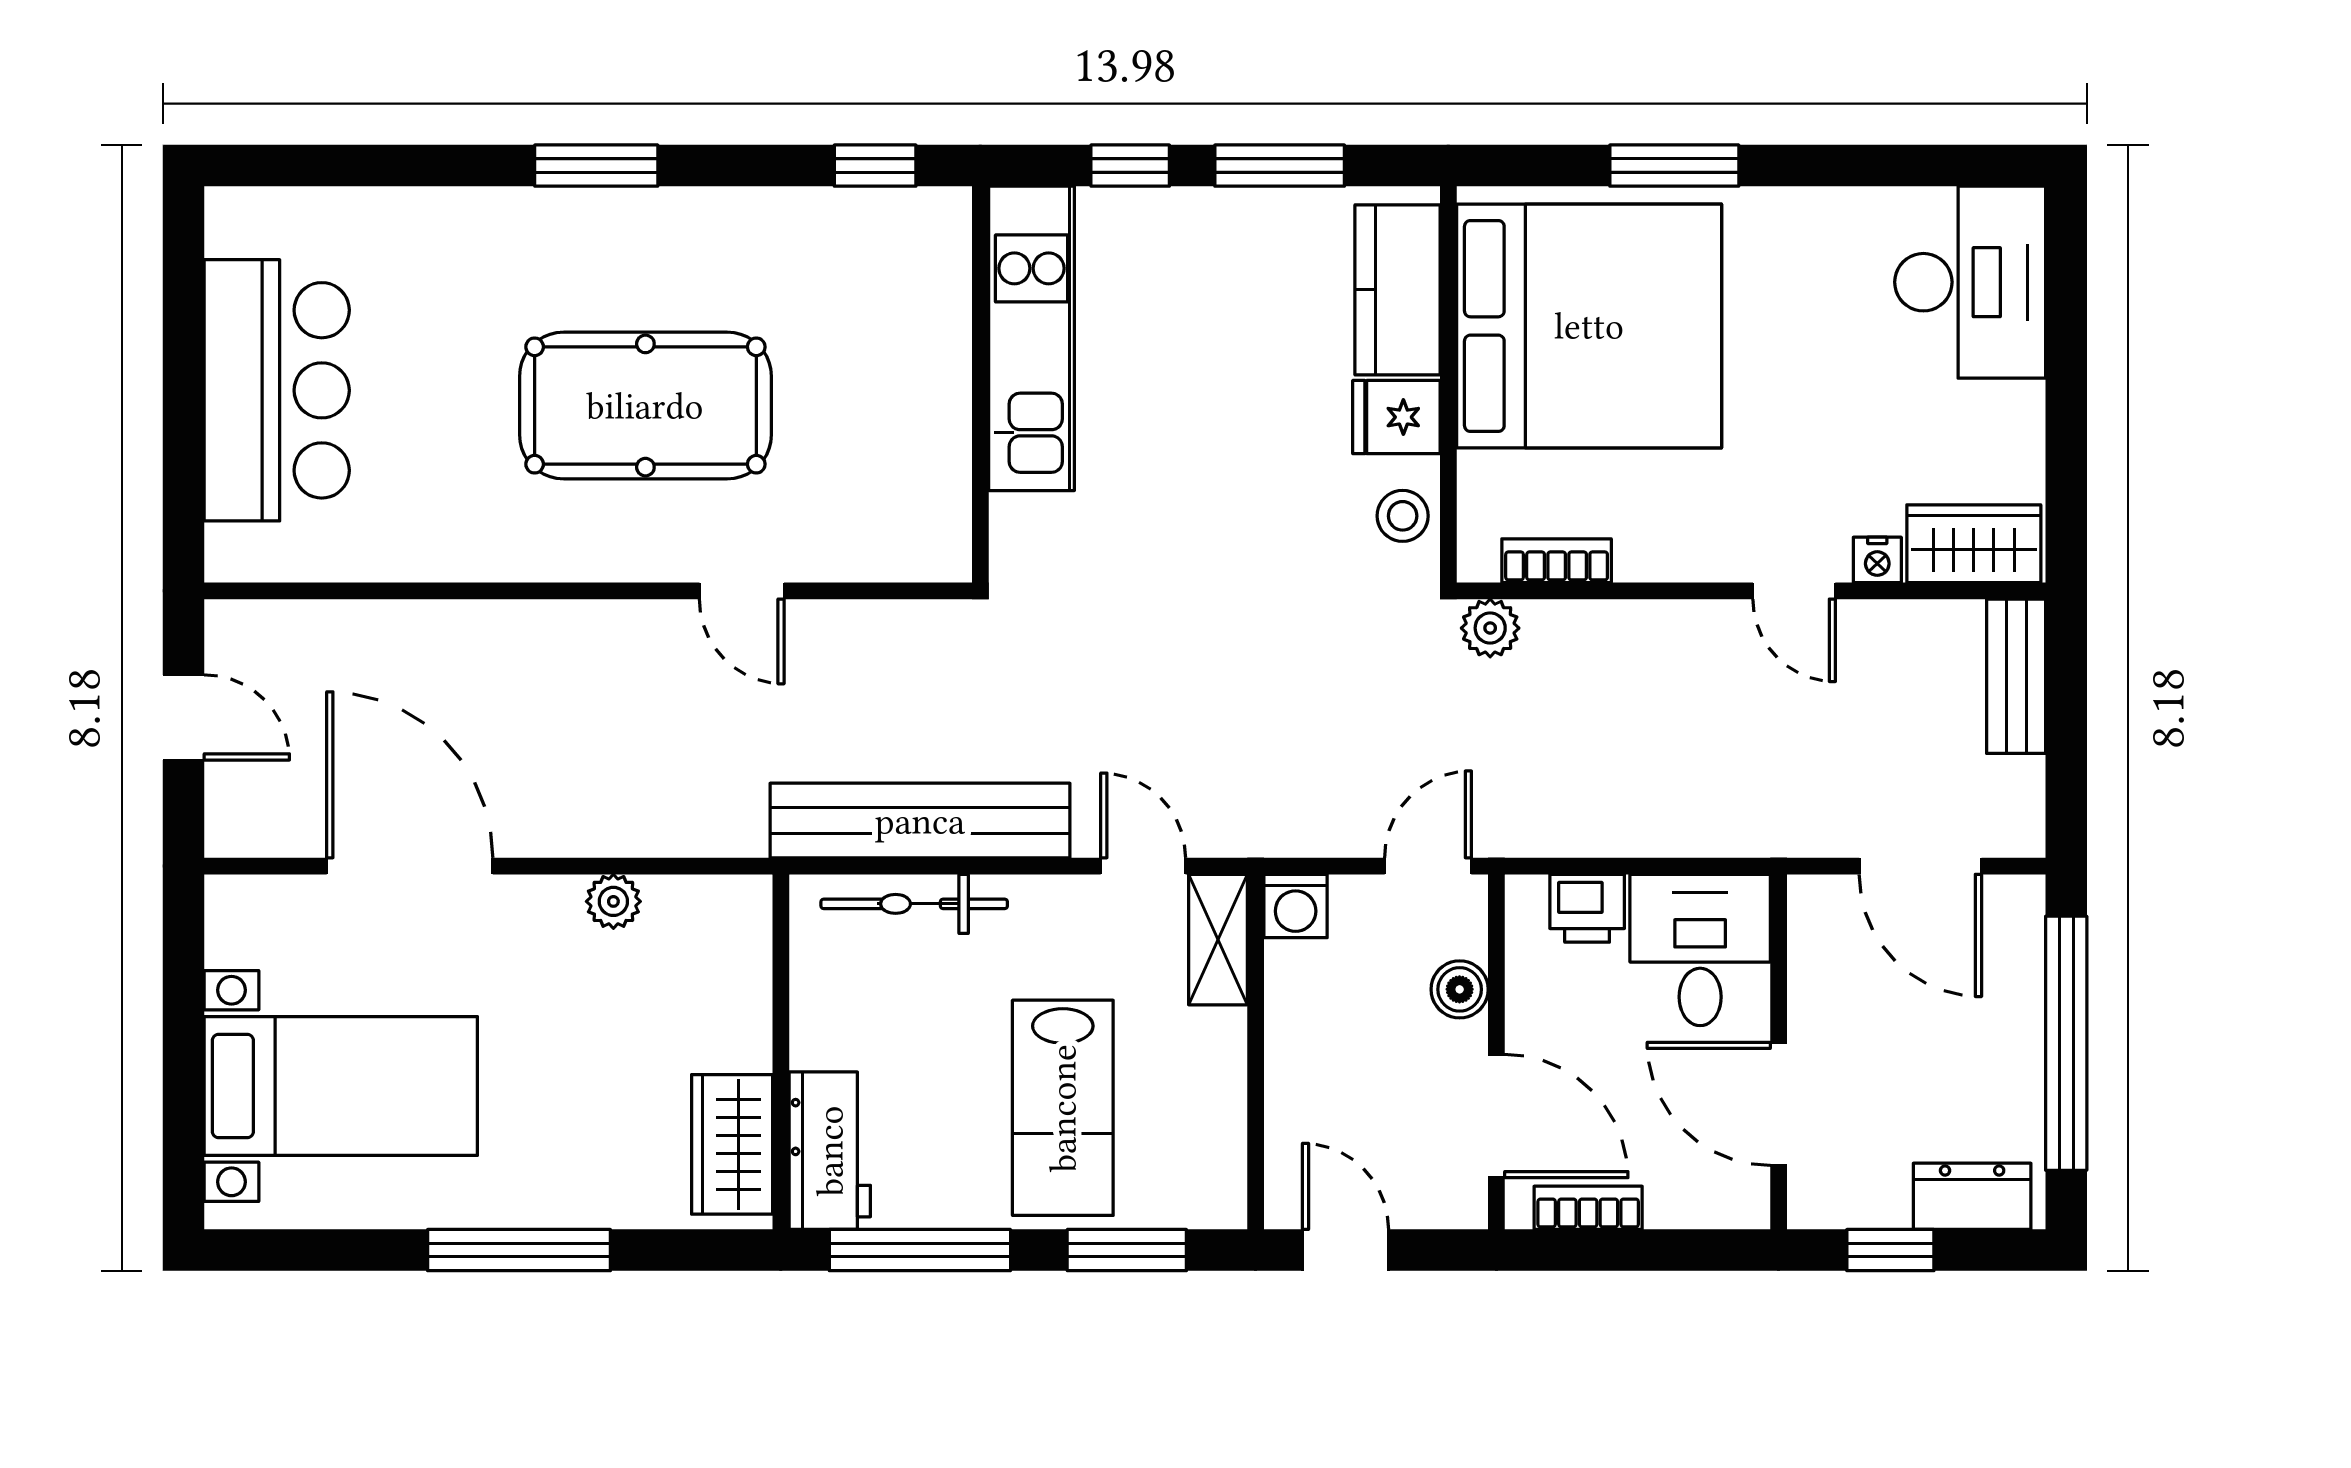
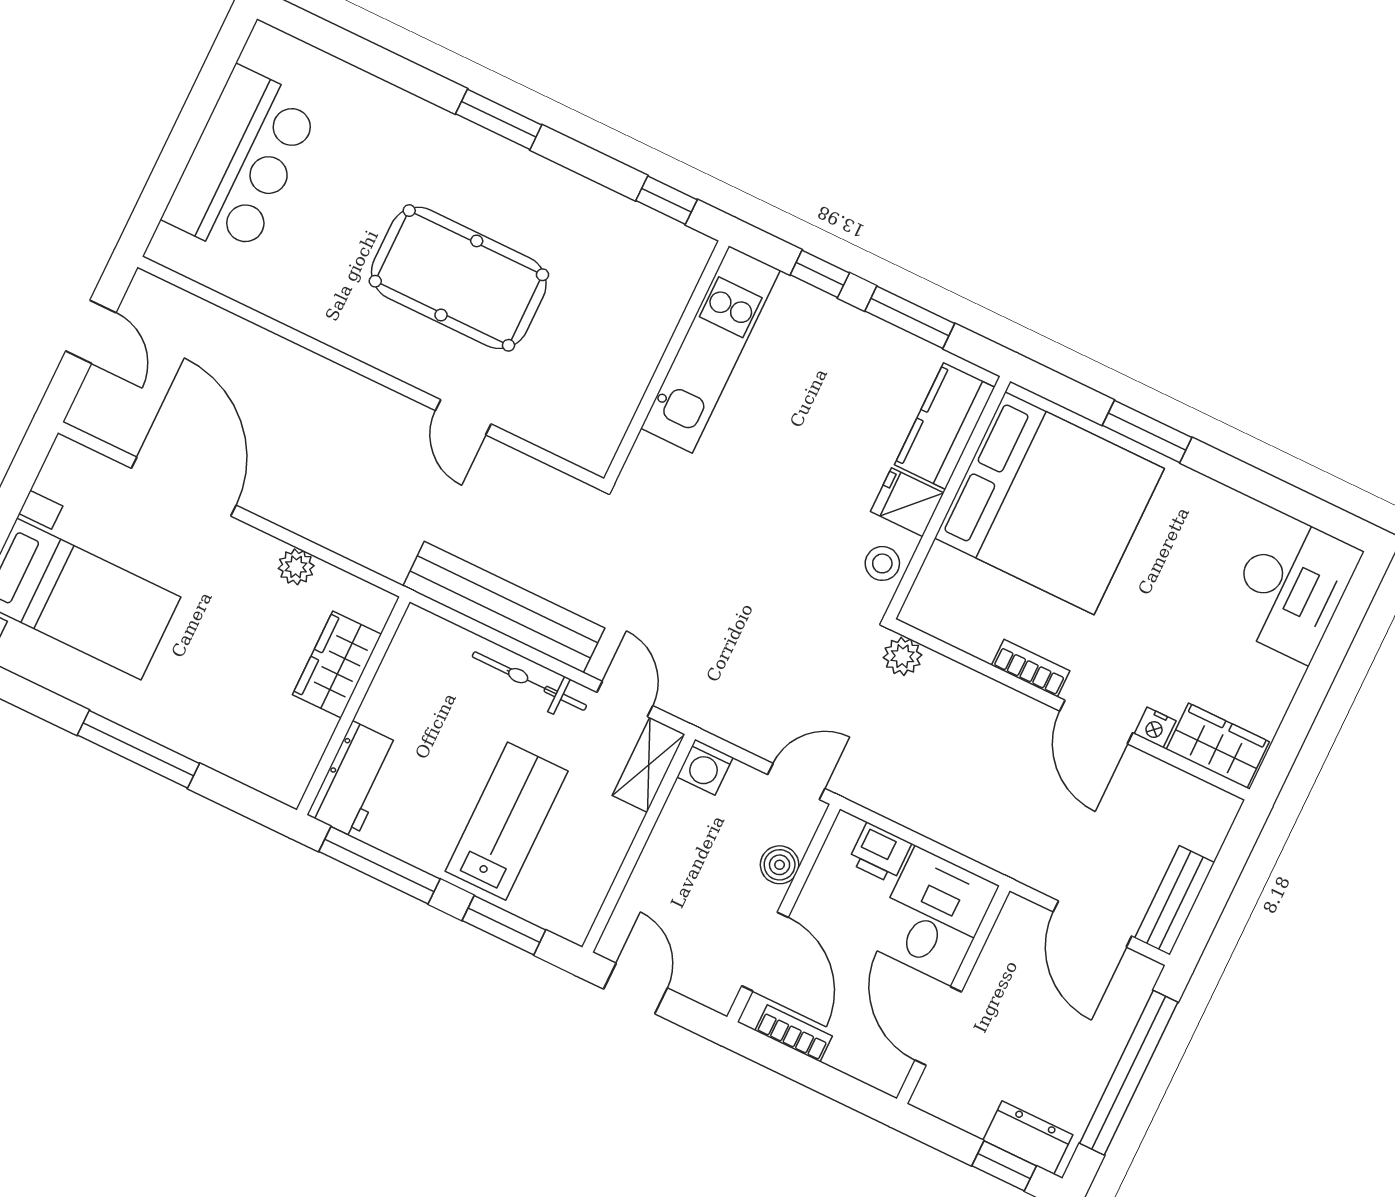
bookcase: (1557, 561) -> (1031, 668), moved
door: (1794, 591) -> (1096, 722), width x1.38
bench: (2016, 676) -> (1175, 900), moved
bicycle: (914, 904) -> (529, 681), moved
lab bench: (1063, 1108) -> (507, 821), turned 180
wardrobe: (732, 1144) -> (337, 665), moved
window: (1890, 1250) -> (1004, 1166), moved

